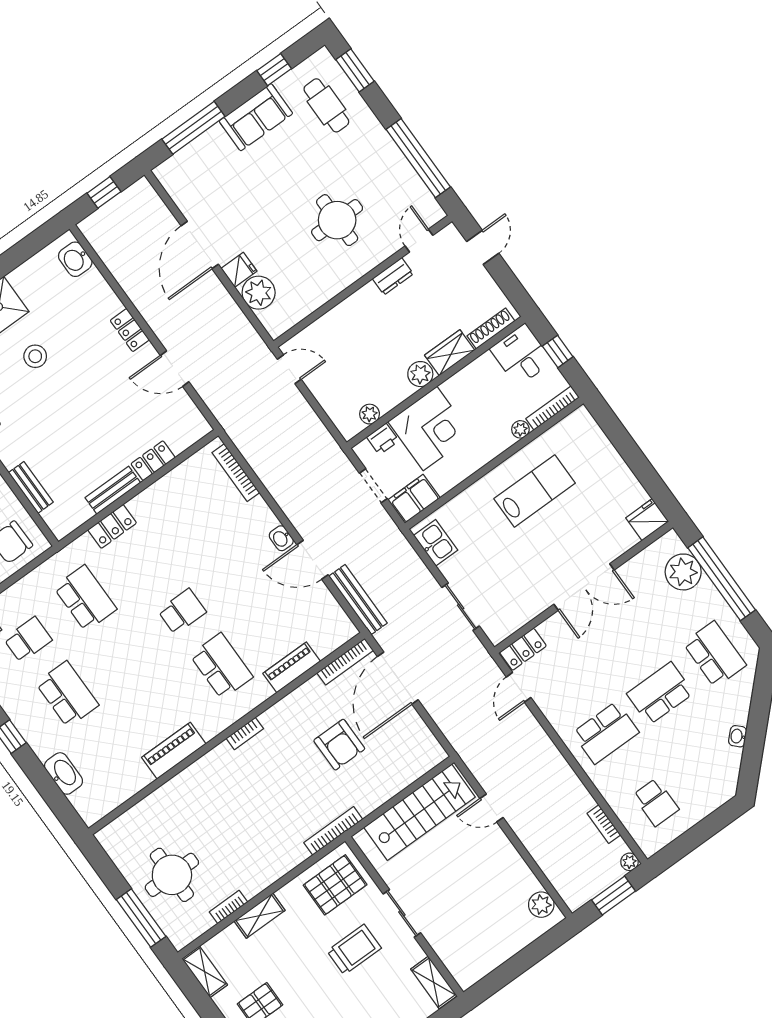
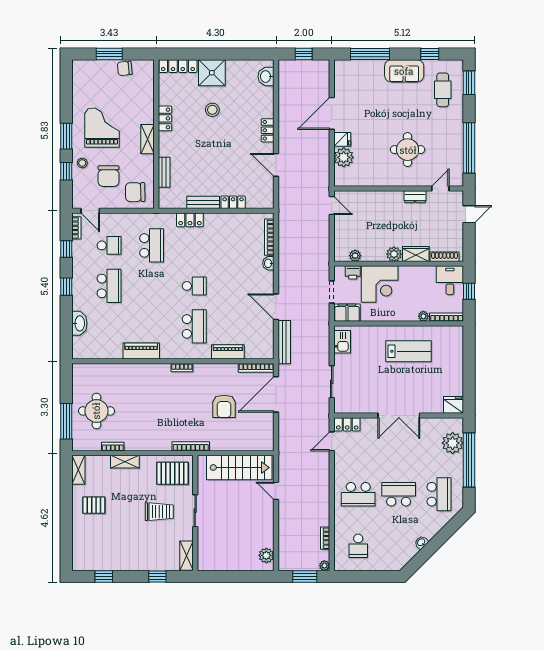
washbasin: (281, 538) -> (268, 263), moved

